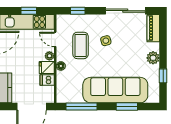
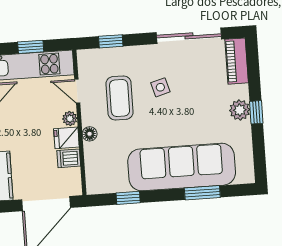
window: (163, 76) -> (256, 112), moved
window: (82, 106) -> (128, 198), width x0.46

